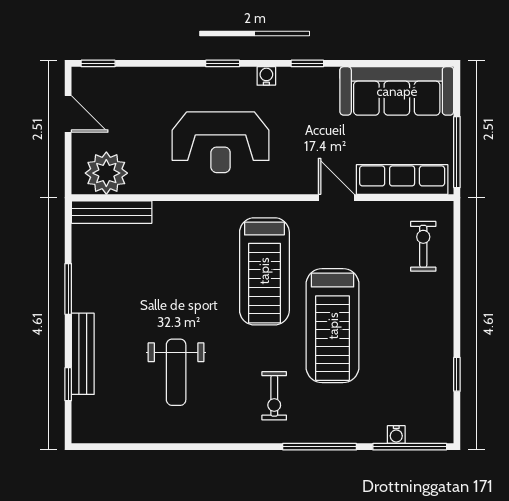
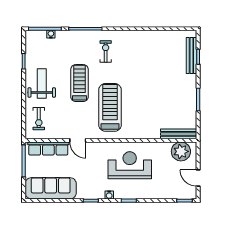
treadmill: (333, 326) -> (79, 83), width x0.73, depth x0.73
bench: (83, 354) -> (191, 56), moved
weight bench: (176, 372) -> (42, 84), moved

